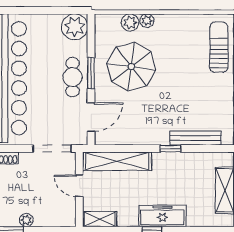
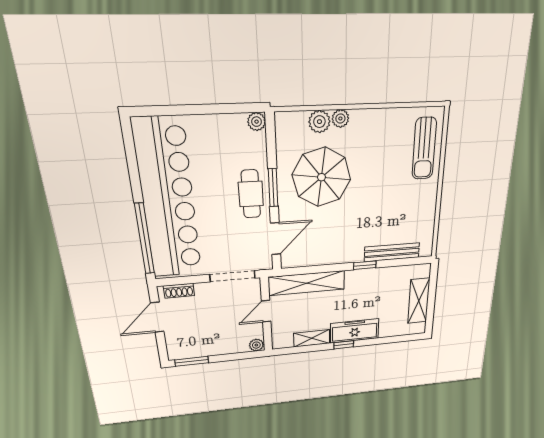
plant: (75, 27) -> (257, 122), width x0.53, depth x0.53
sun lounger: (219, 47) -> (424, 149), turned 180
door: (79, 186) -> (266, 311), hinge flipped
shelving: (100, 219) -> (312, 338), moved
plant: (26, 220) -> (256, 345), moved

